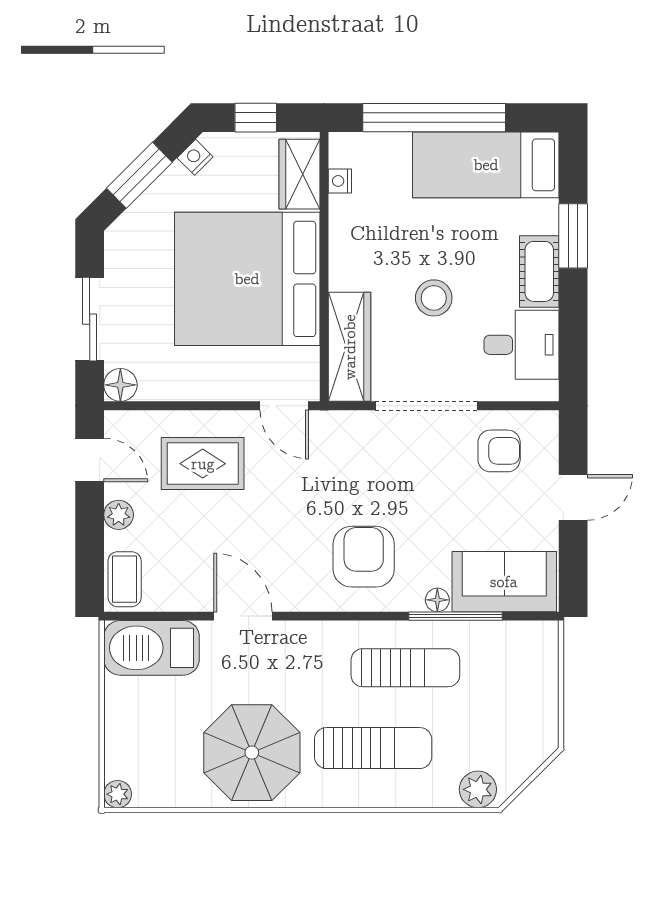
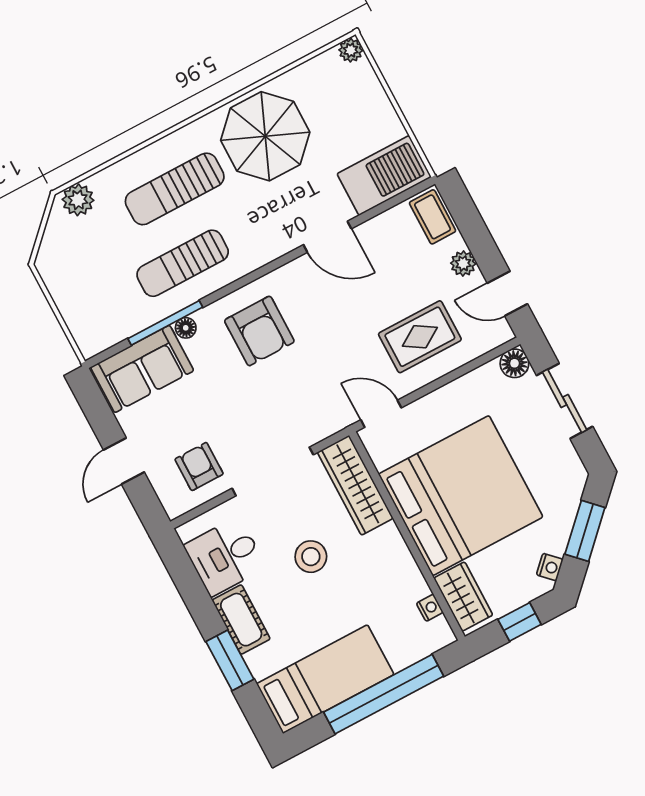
armchair: (499, 451) -> (199, 466), turned 90

